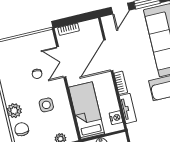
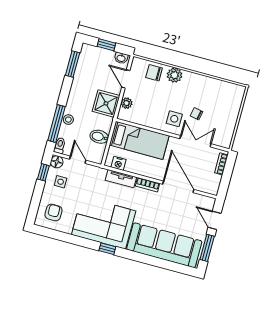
side table: (46, 105) -> (174, 119), moved
chair: (22, 129) -> (154, 73), turned 180

